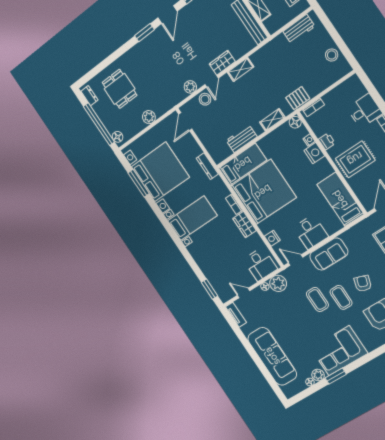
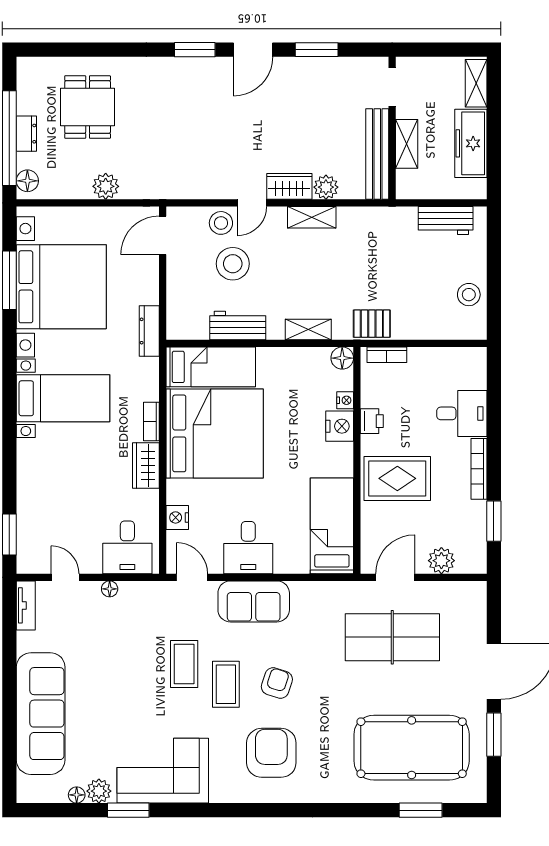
plant: (190, 87) -> (326, 187), moved
dresser: (89, 96) -> (26, 134), moved
stool: (222, 113) -> (233, 264), added
plant: (278, 283) -> (136, 597), removed

